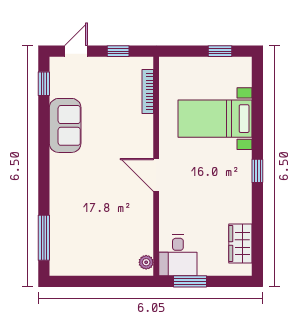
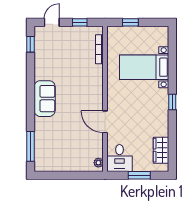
window: (220, 51) -> (130, 22), moved
sofa: (65, 125) -> (45, 99), moved
door: (156, 175) -> (105, 122), moved
window: (190, 281) -> (139, 175), moved

